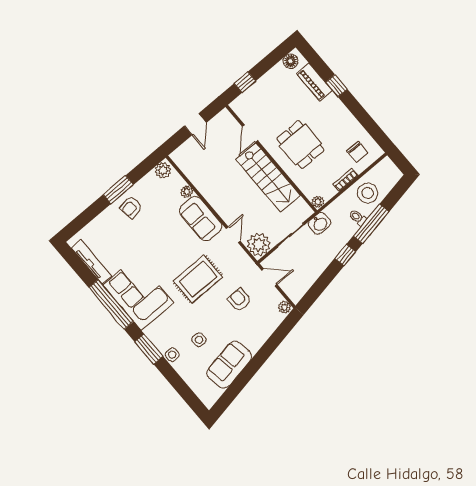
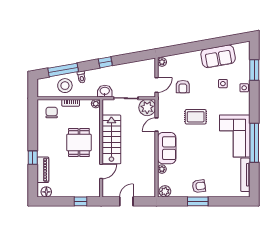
window: (371, 224) -> (63, 70), moved
door: (269, 277) -> (156, 85), swing flipped
rug: (198, 279) -> (196, 117), width x0.73, depth x0.70
window: (149, 349) -> (254, 70), moved

